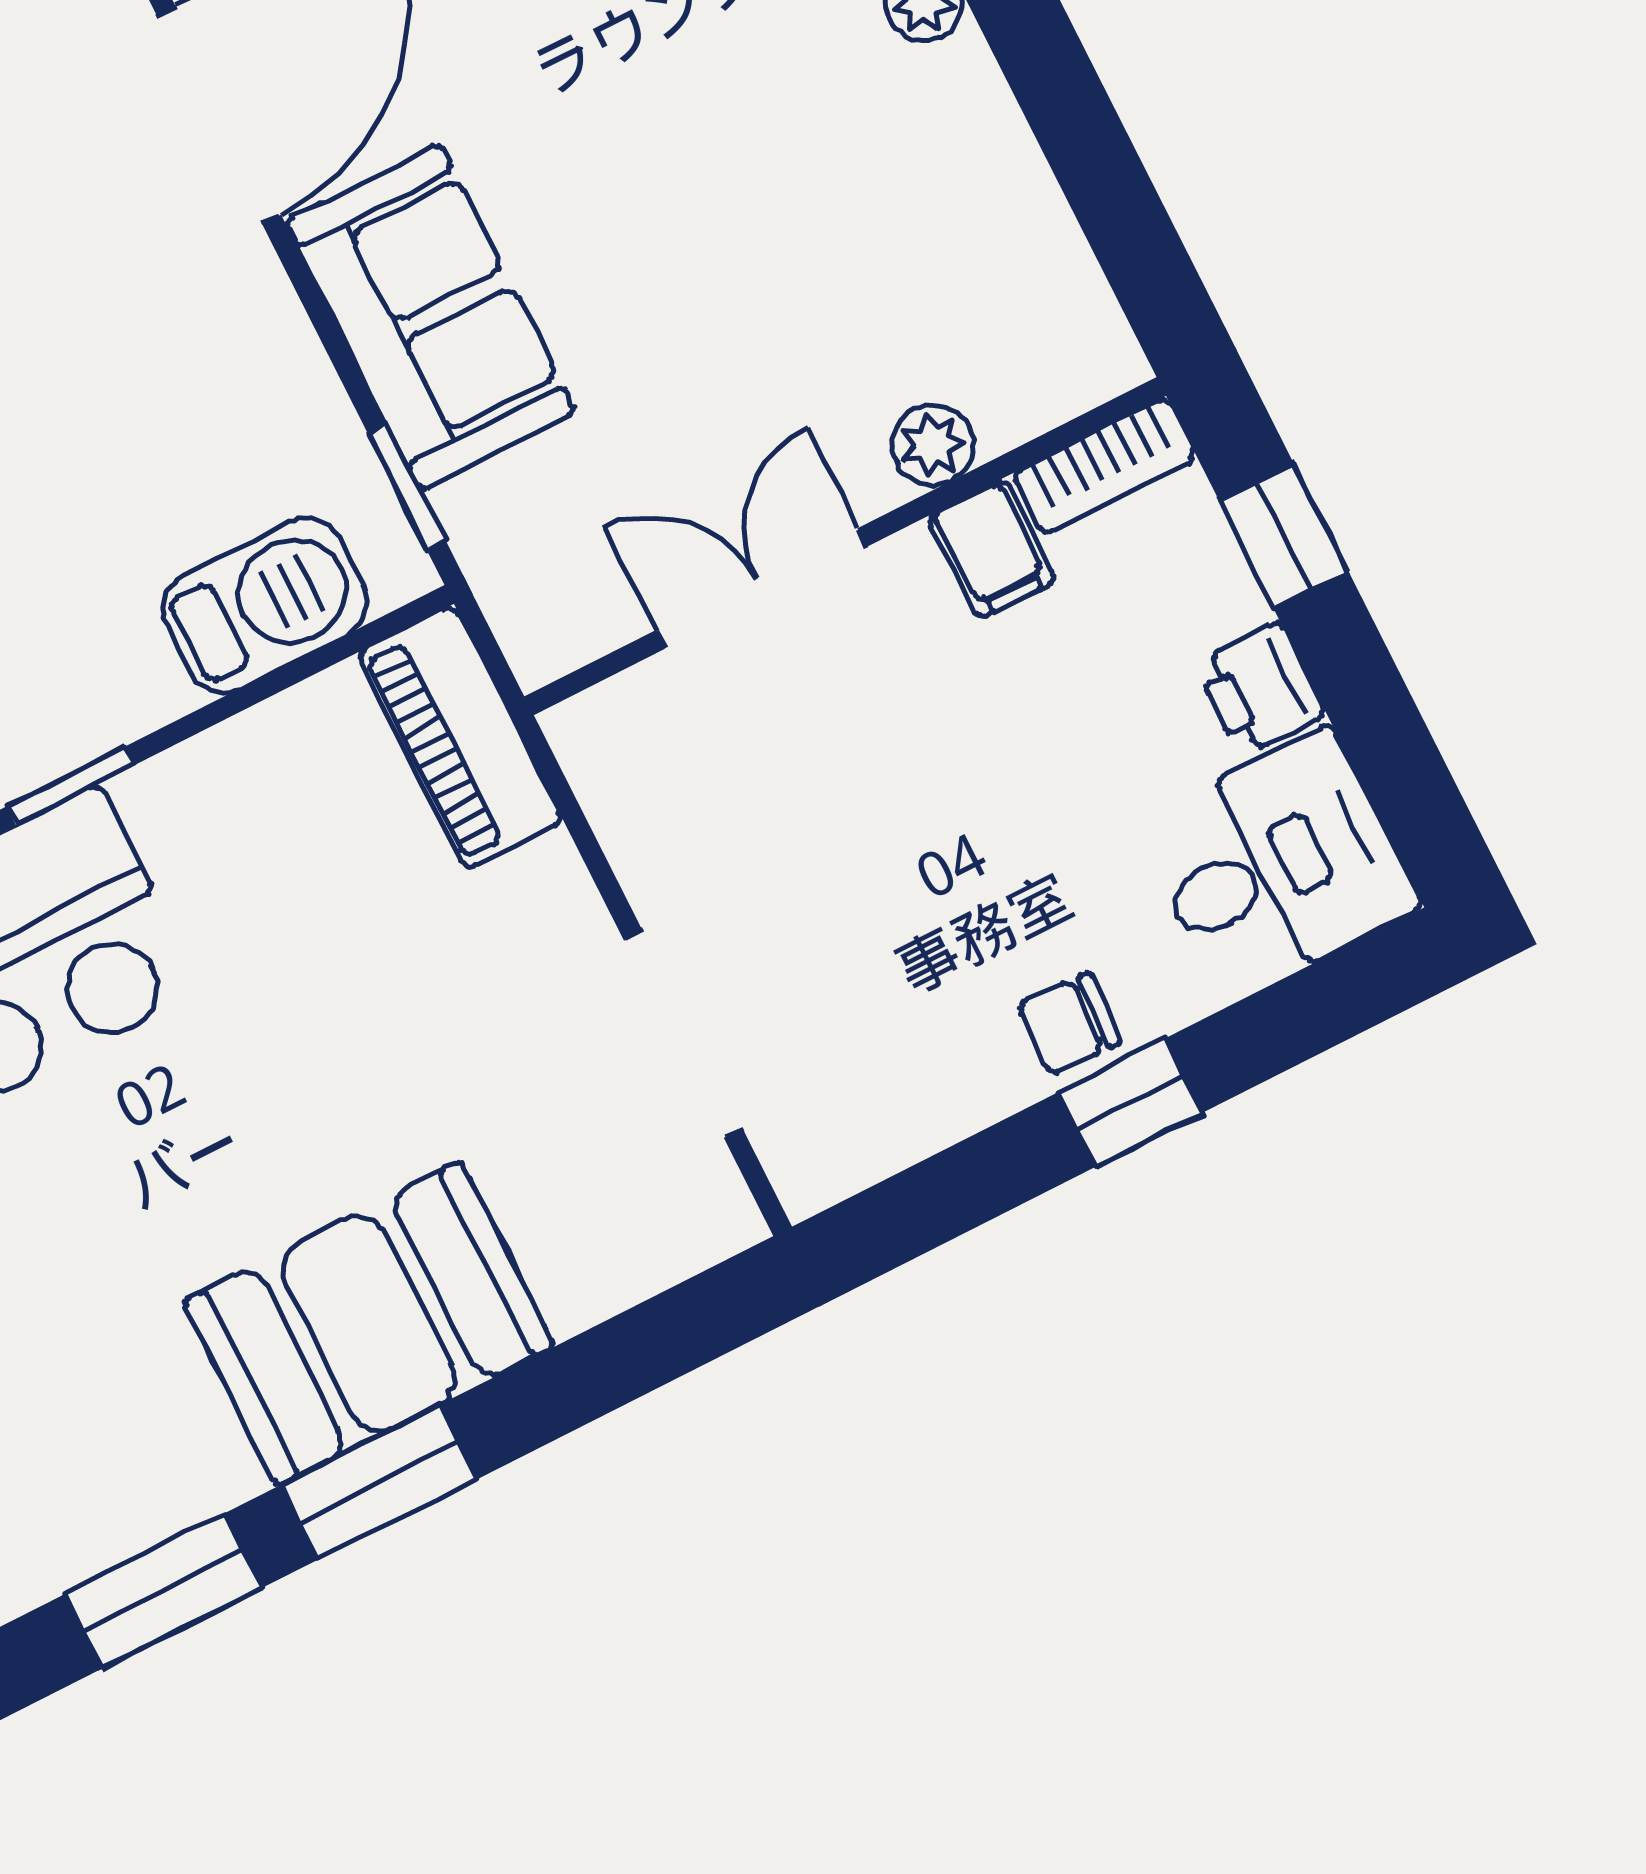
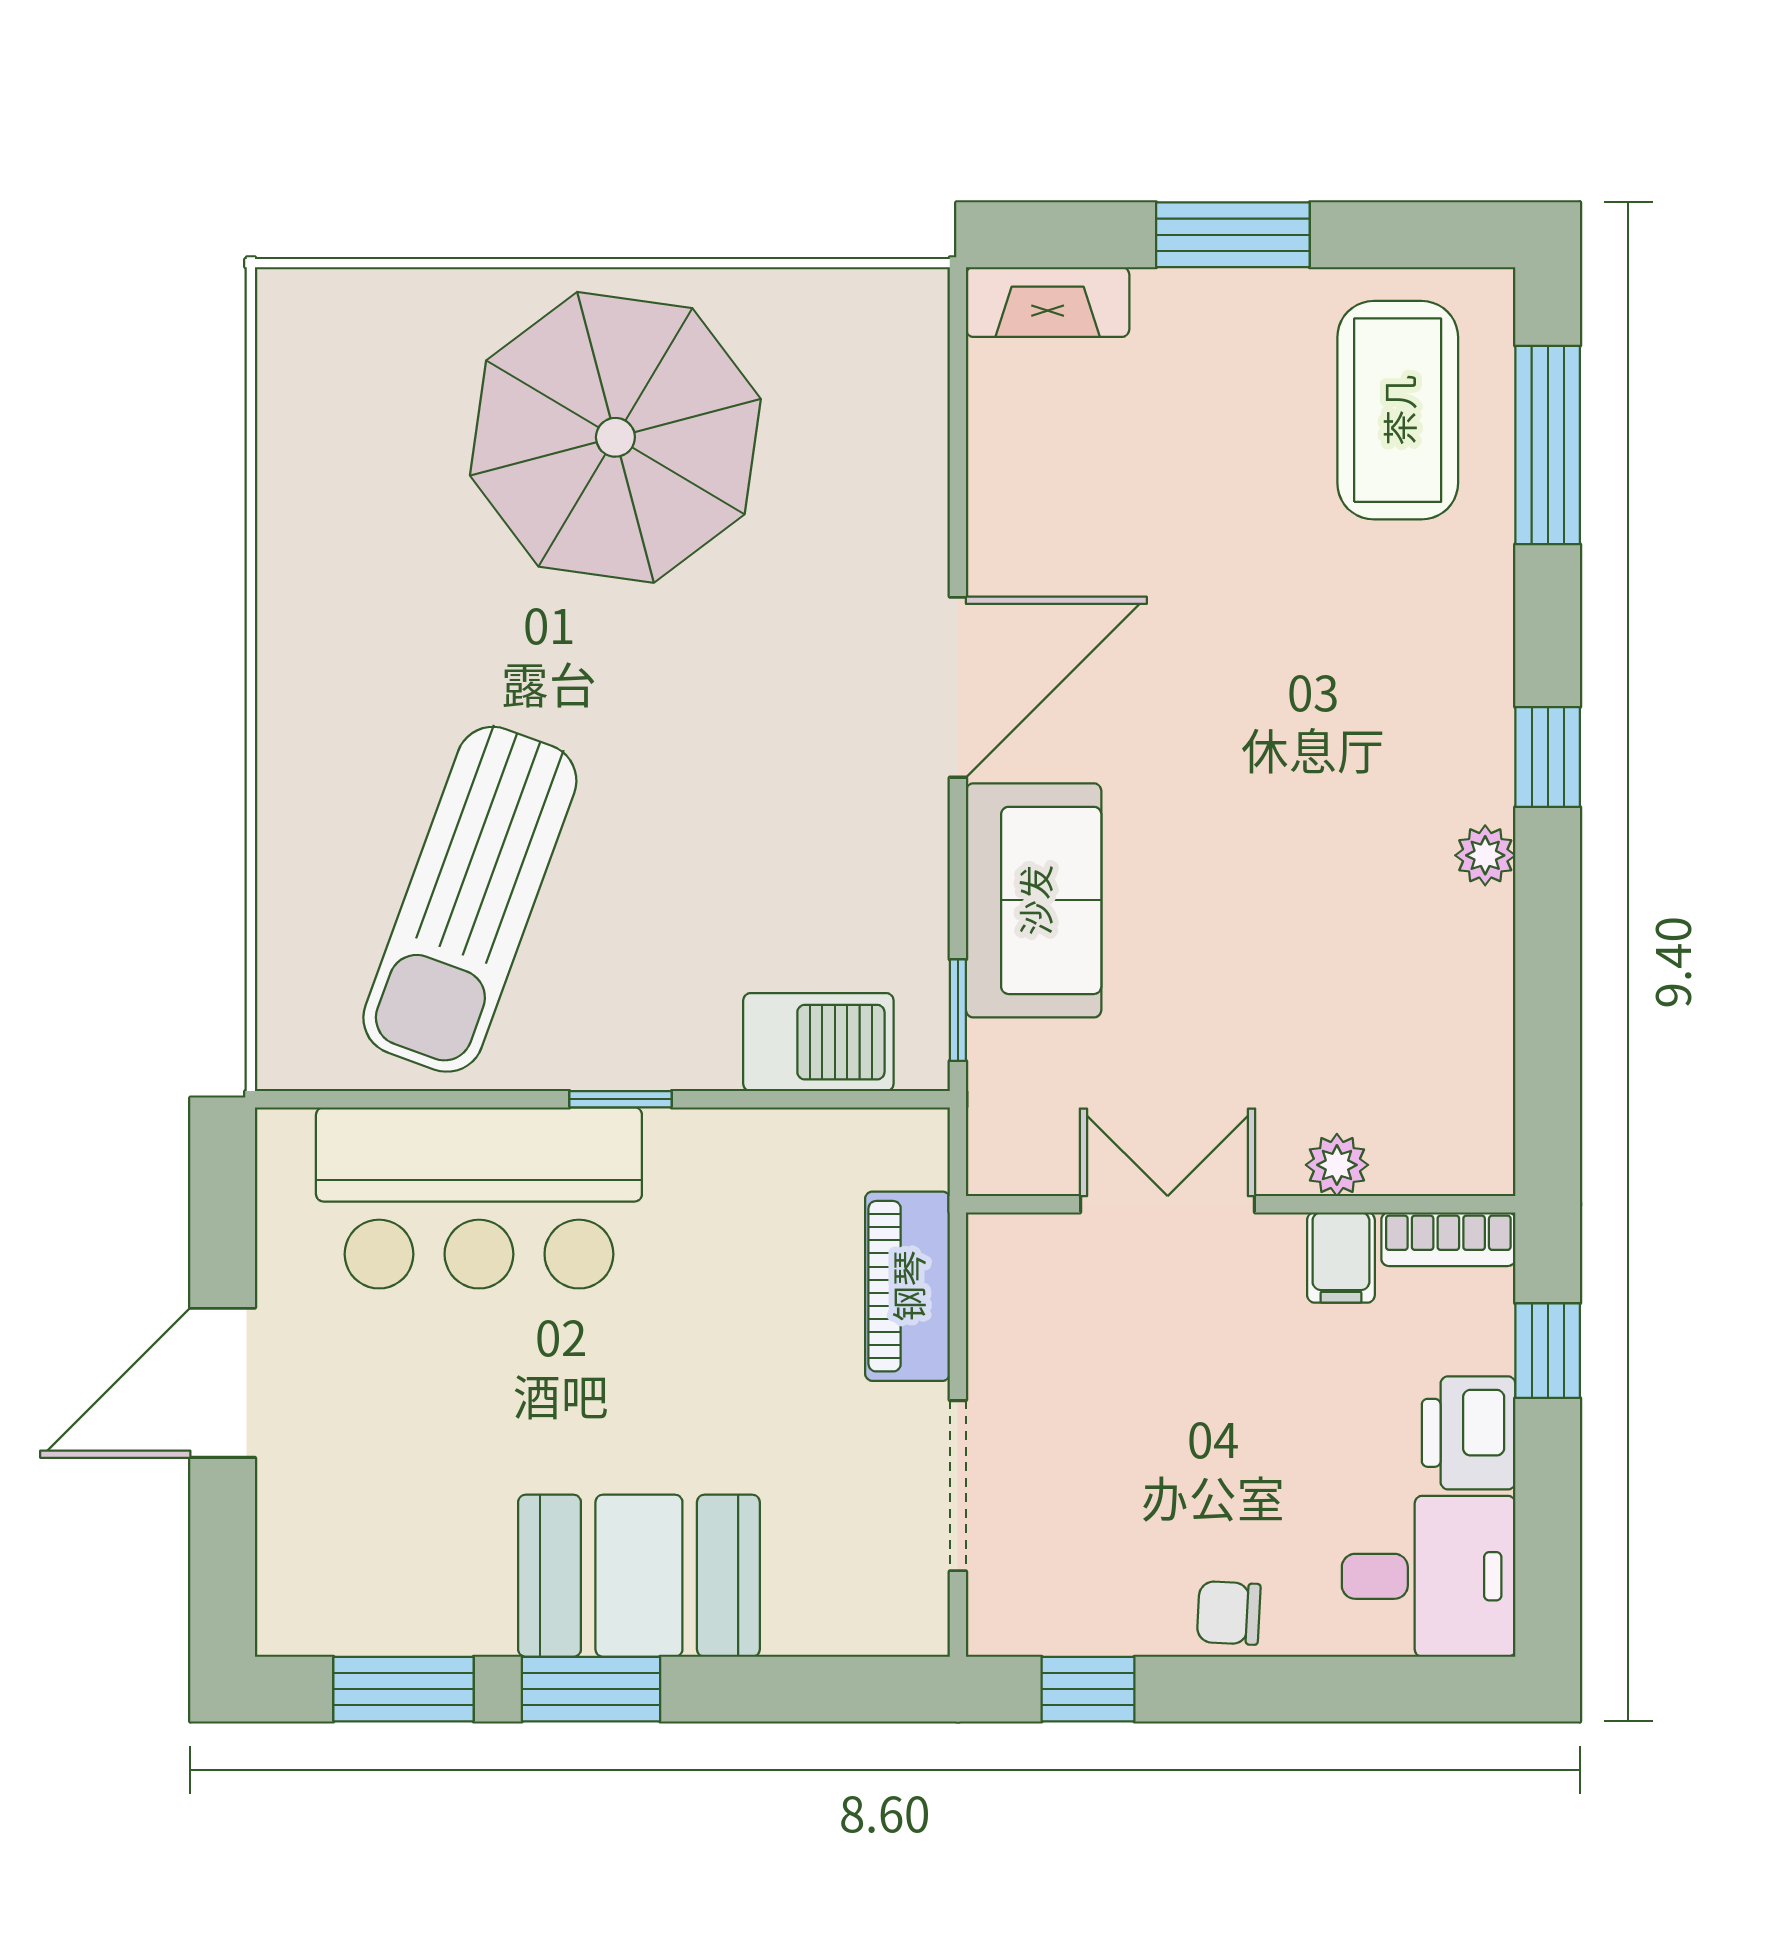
printer: (1260, 689) -> (1469, 1433), width x1.36, depth x1.24
piano: (460, 737) -> (907, 1286), moved
window: (1130, 1103) -> (1088, 1689), moved

